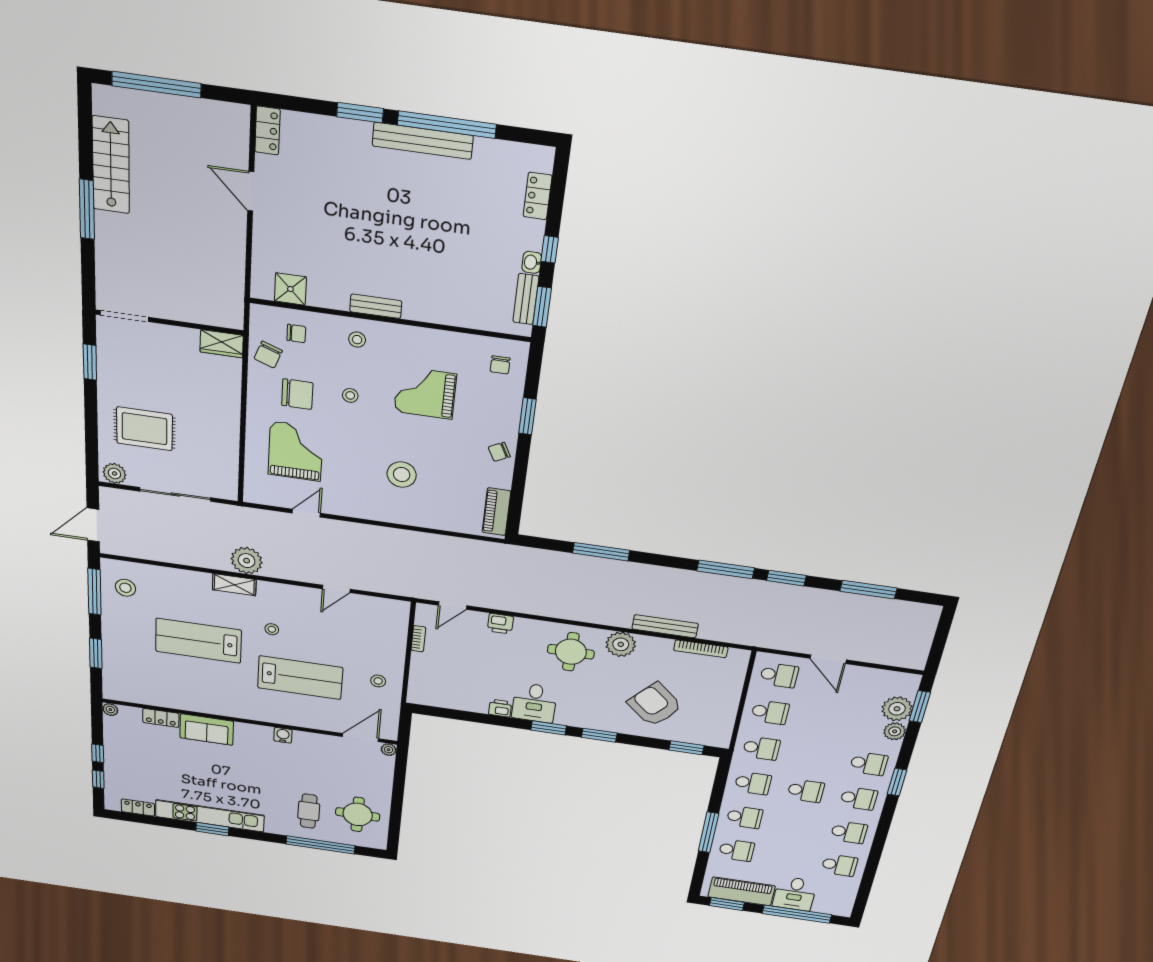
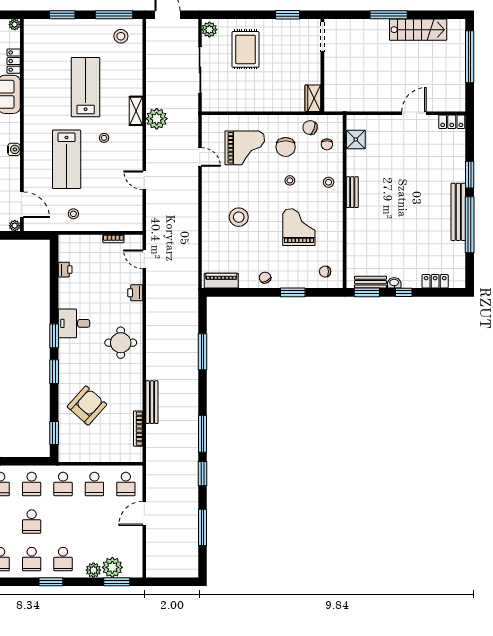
plant: (621, 644) -> (132, 375), removed
printer: (500, 708) -> (65, 270), moved

